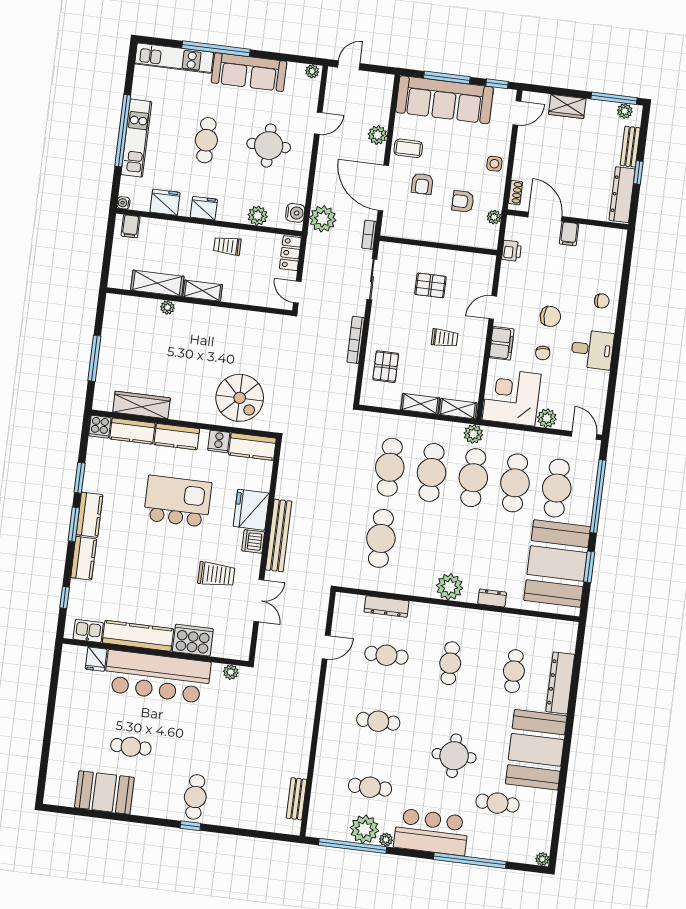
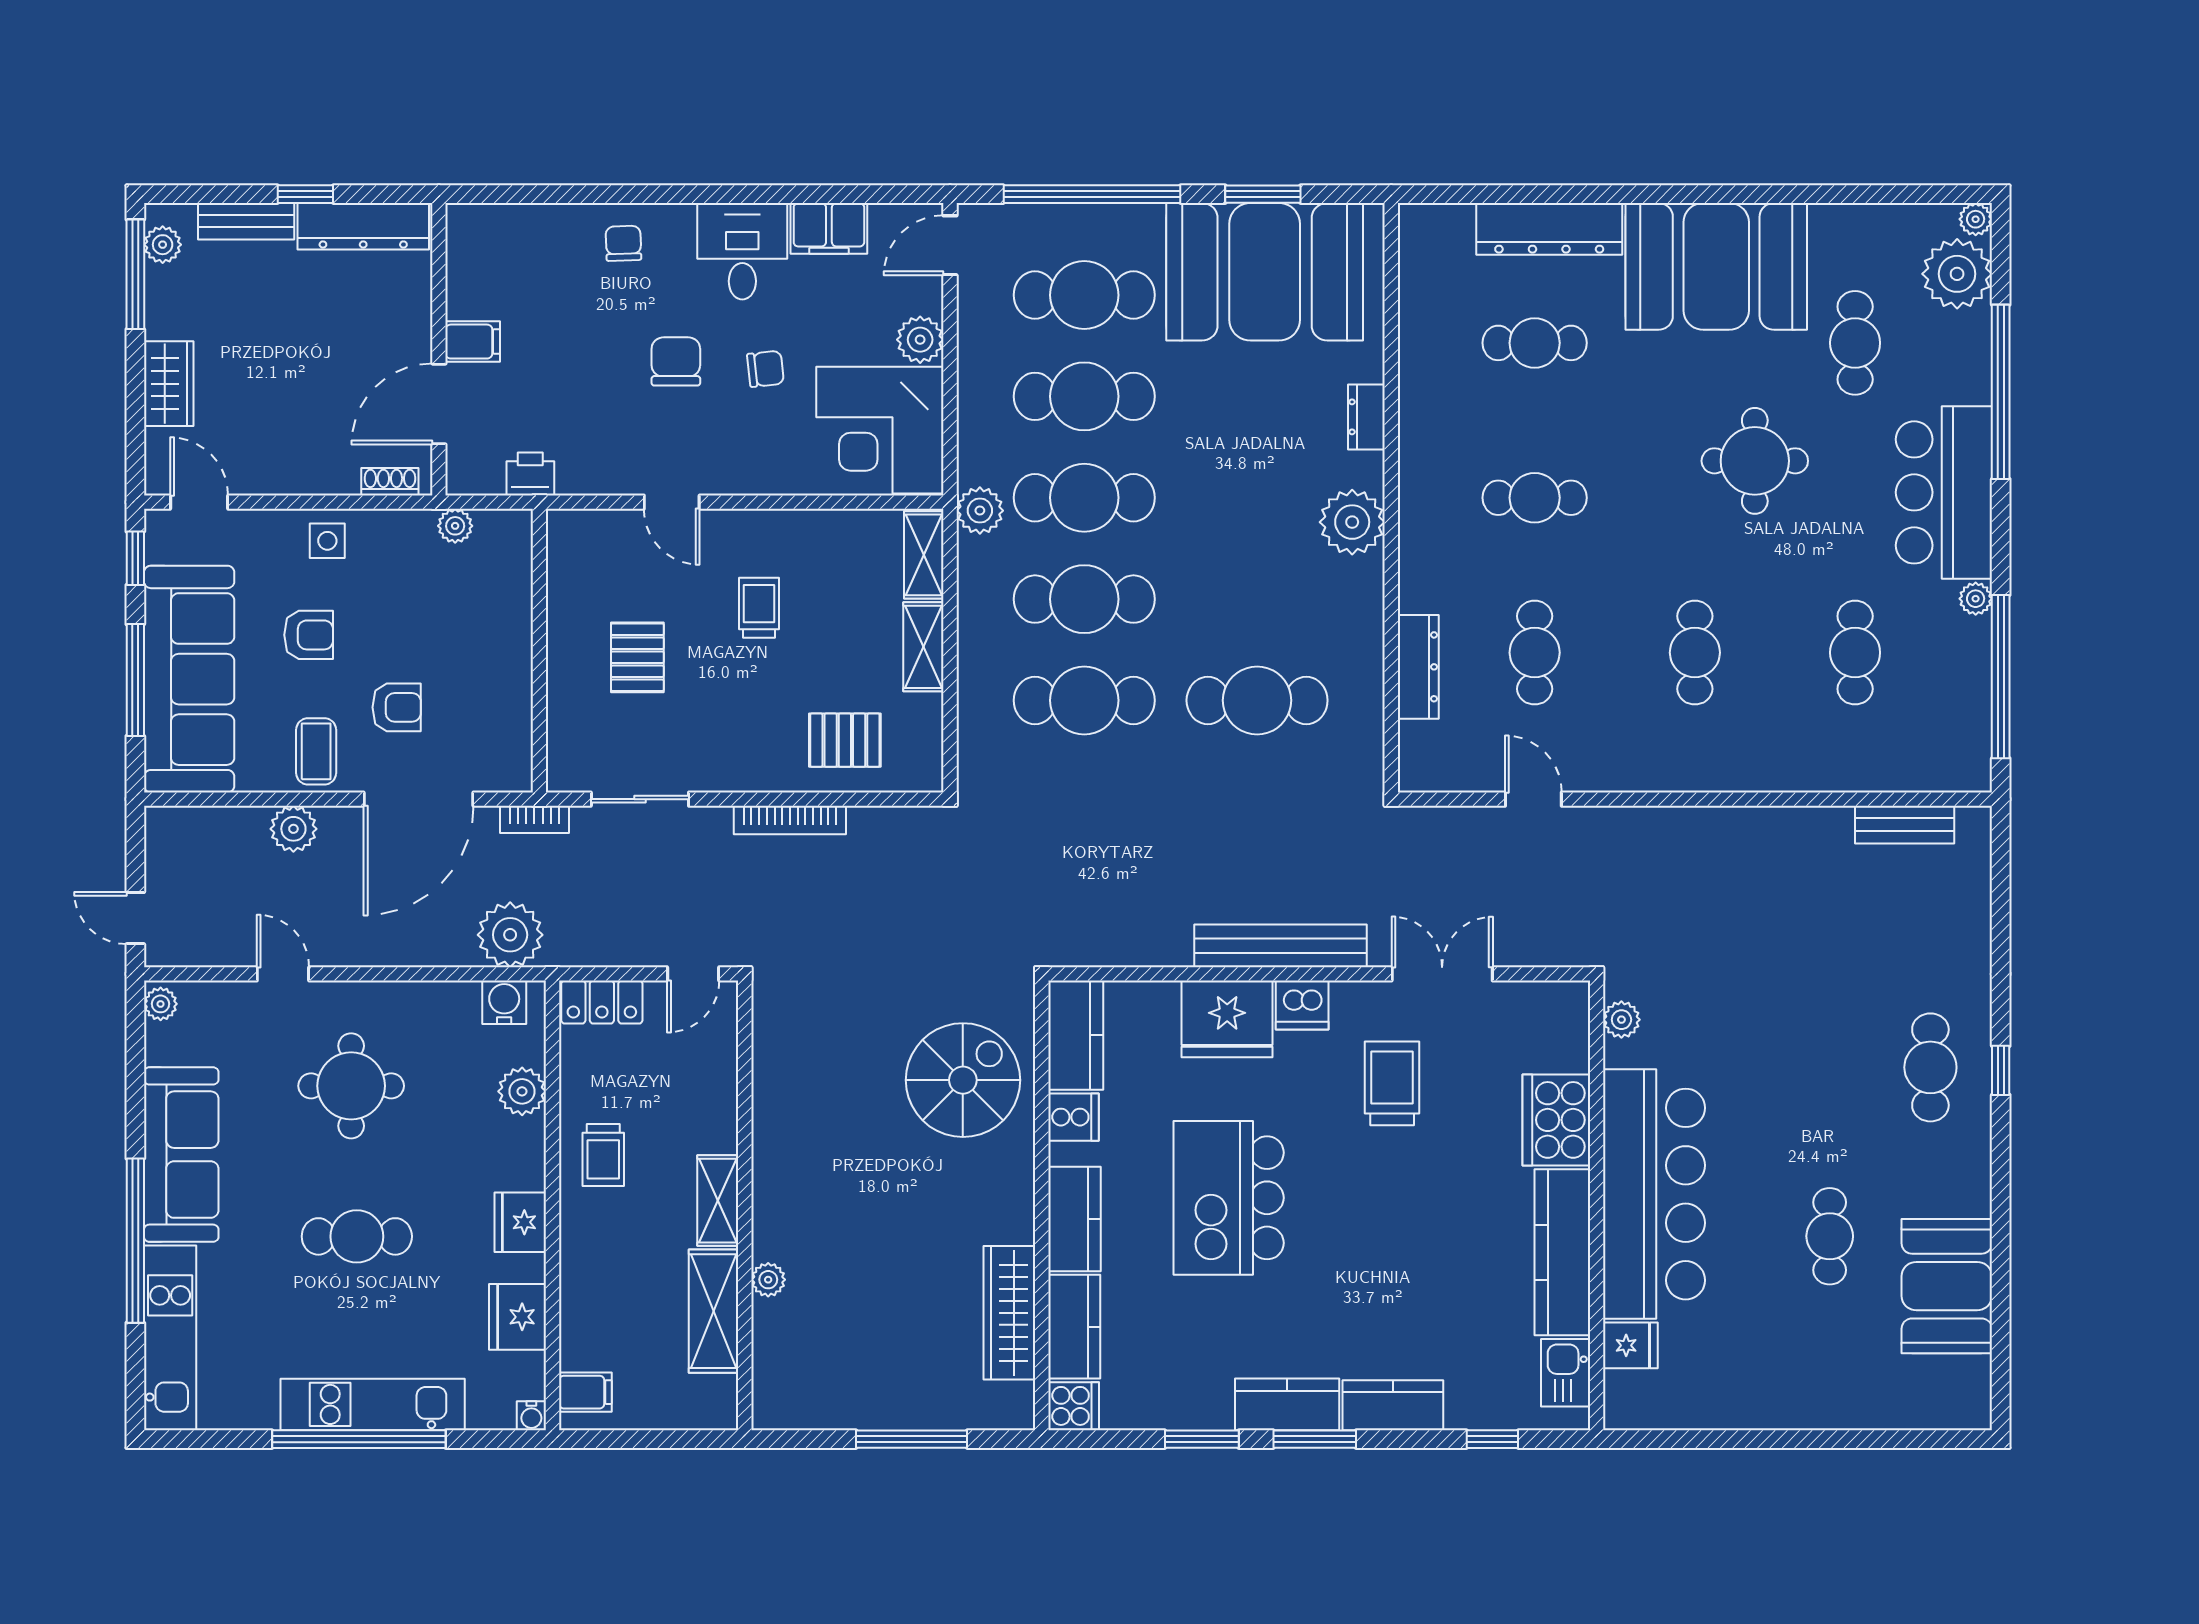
armchair: (463, 201) -> (309, 635), moved, turned -90
filing cabinet: (502, 343) -> (829, 228), moved, turned 180
cafe table: (195, 797) -> (1930, 1067), turned 90
plant: (364, 829) -> (1957, 274), moved

